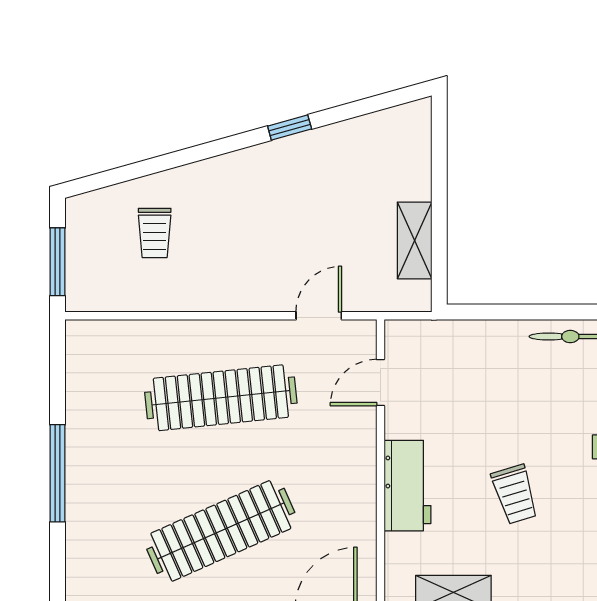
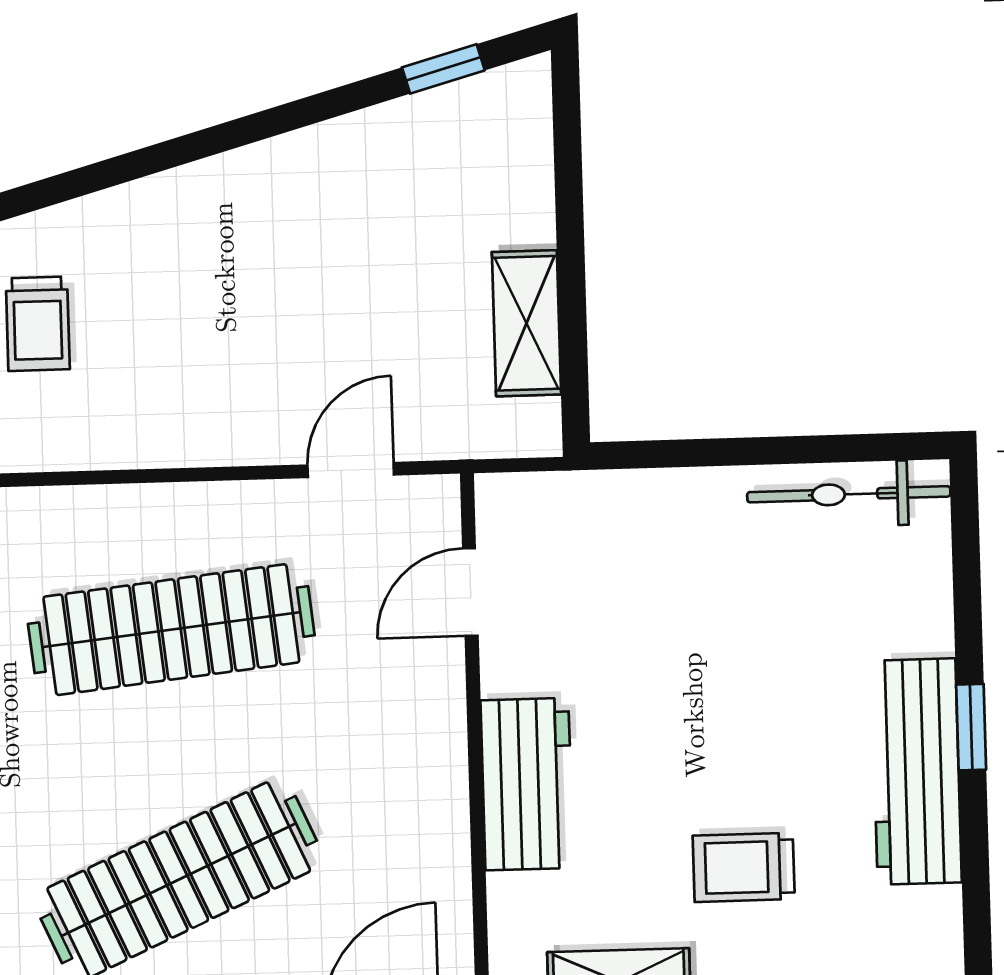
window: (290, 128) -> (443, 69), moved
trolley: (515, 494) -> (744, 867), moved, turned 107

